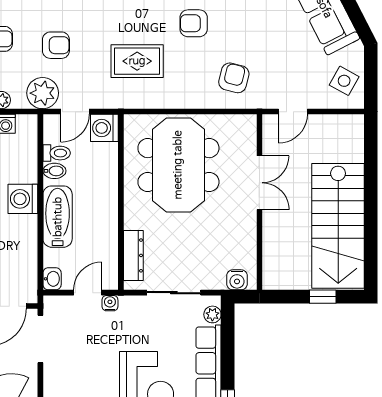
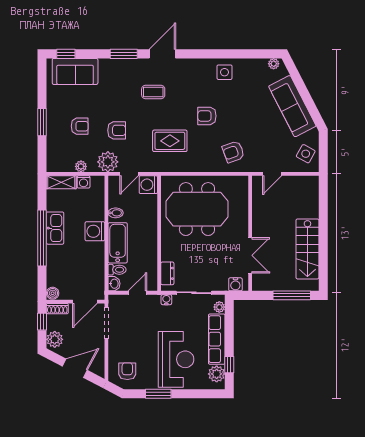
armchair: (234, 78) -> (233, 152), turned -124
toilet: (57, 153) -> (117, 270), moved
meeting table: (178, 165) -> (197, 209), turned 90
double door: (259, 183) -> (250, 255), moved
stairs: (338, 226) -> (307, 249), width x0.73, depth x0.66
dresser: (133, 255) -> (167, 273), width x0.70
window: (323, 297) -> (292, 295), width x2.17
water cooler: (110, 303) -> (166, 300), moved

